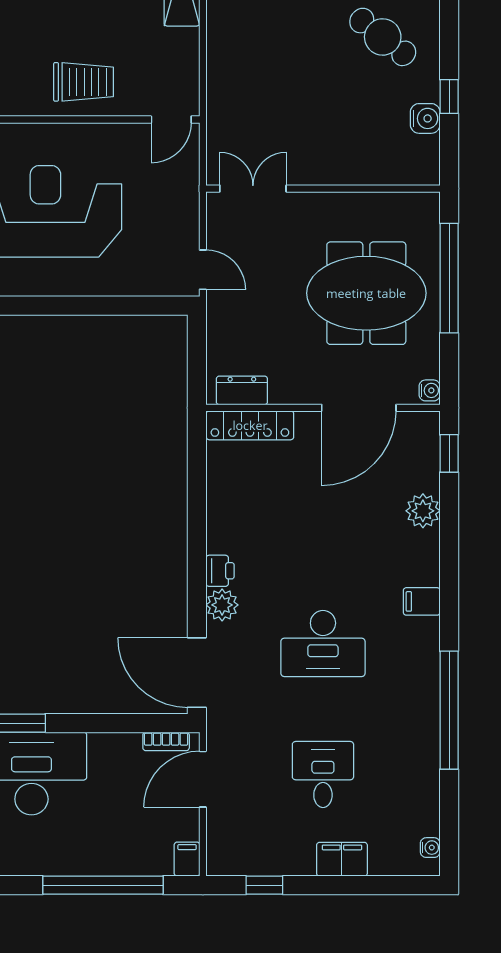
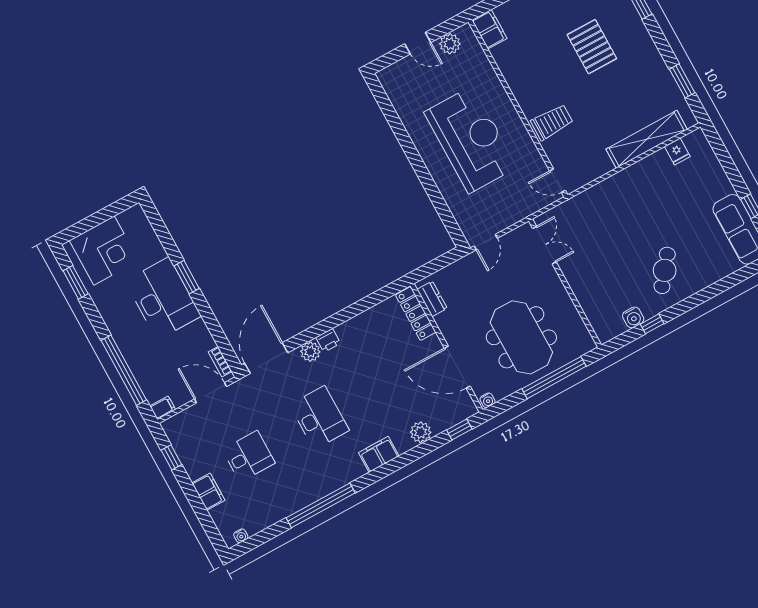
trolley: (84, 82) -> (552, 122), turned -90
filing cabinet: (422, 601) -> (379, 454), width x2.00
desk: (323, 643) -> (319, 418), turned 180

